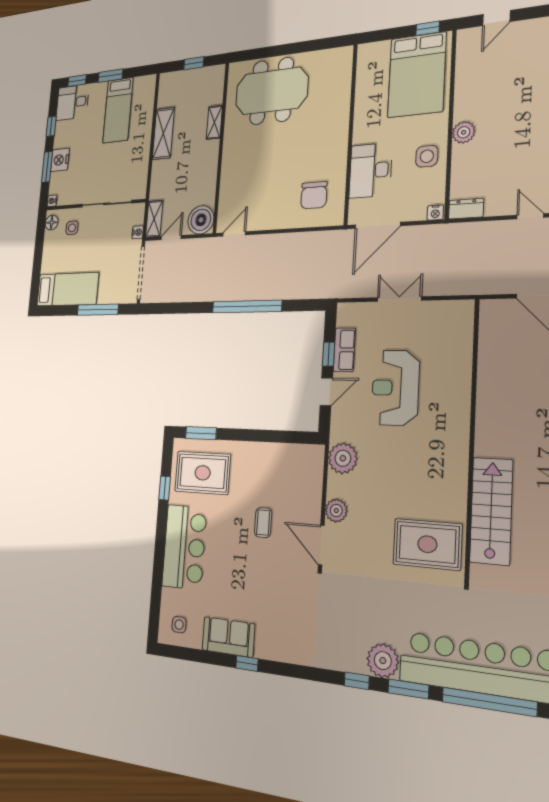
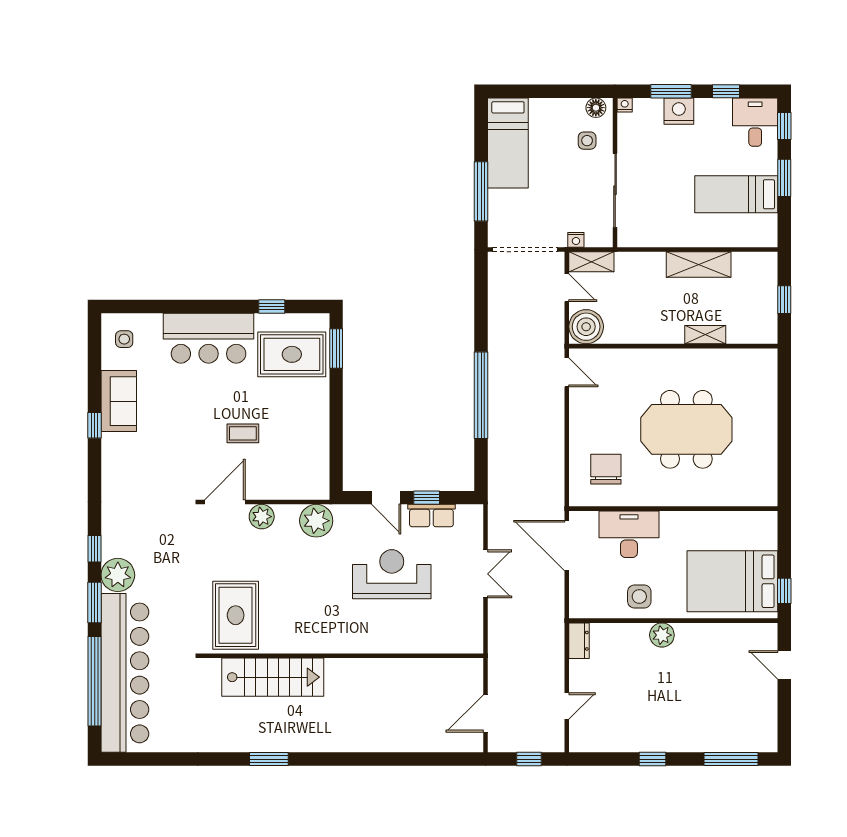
meeting table: (272, 91) -> (686, 429), moved, turned 90
chair: (314, 195) -> (606, 469), turned 90
nightstand: (435, 213) -> (577, 608), removed
rug: (203, 473) -> (292, 354), turned 90

